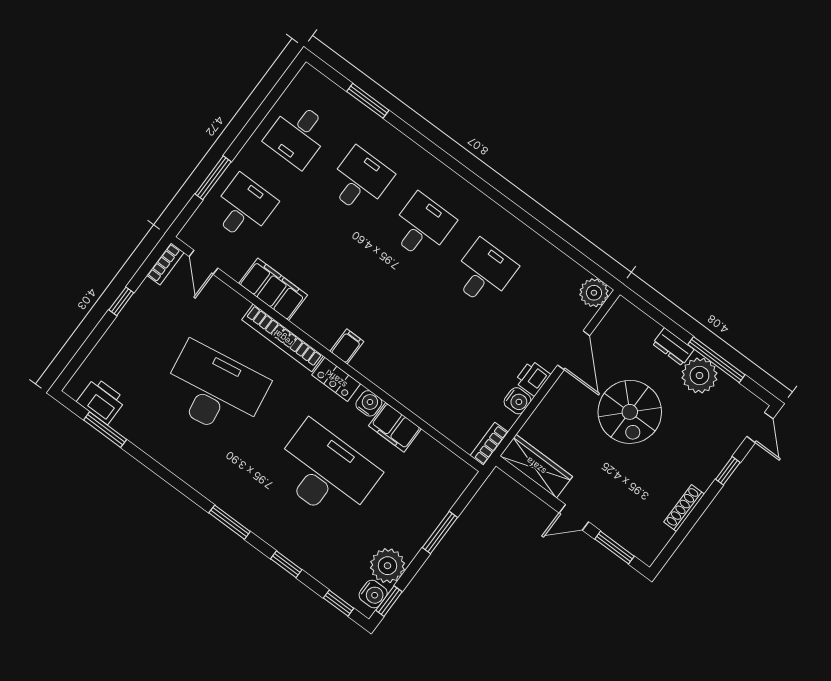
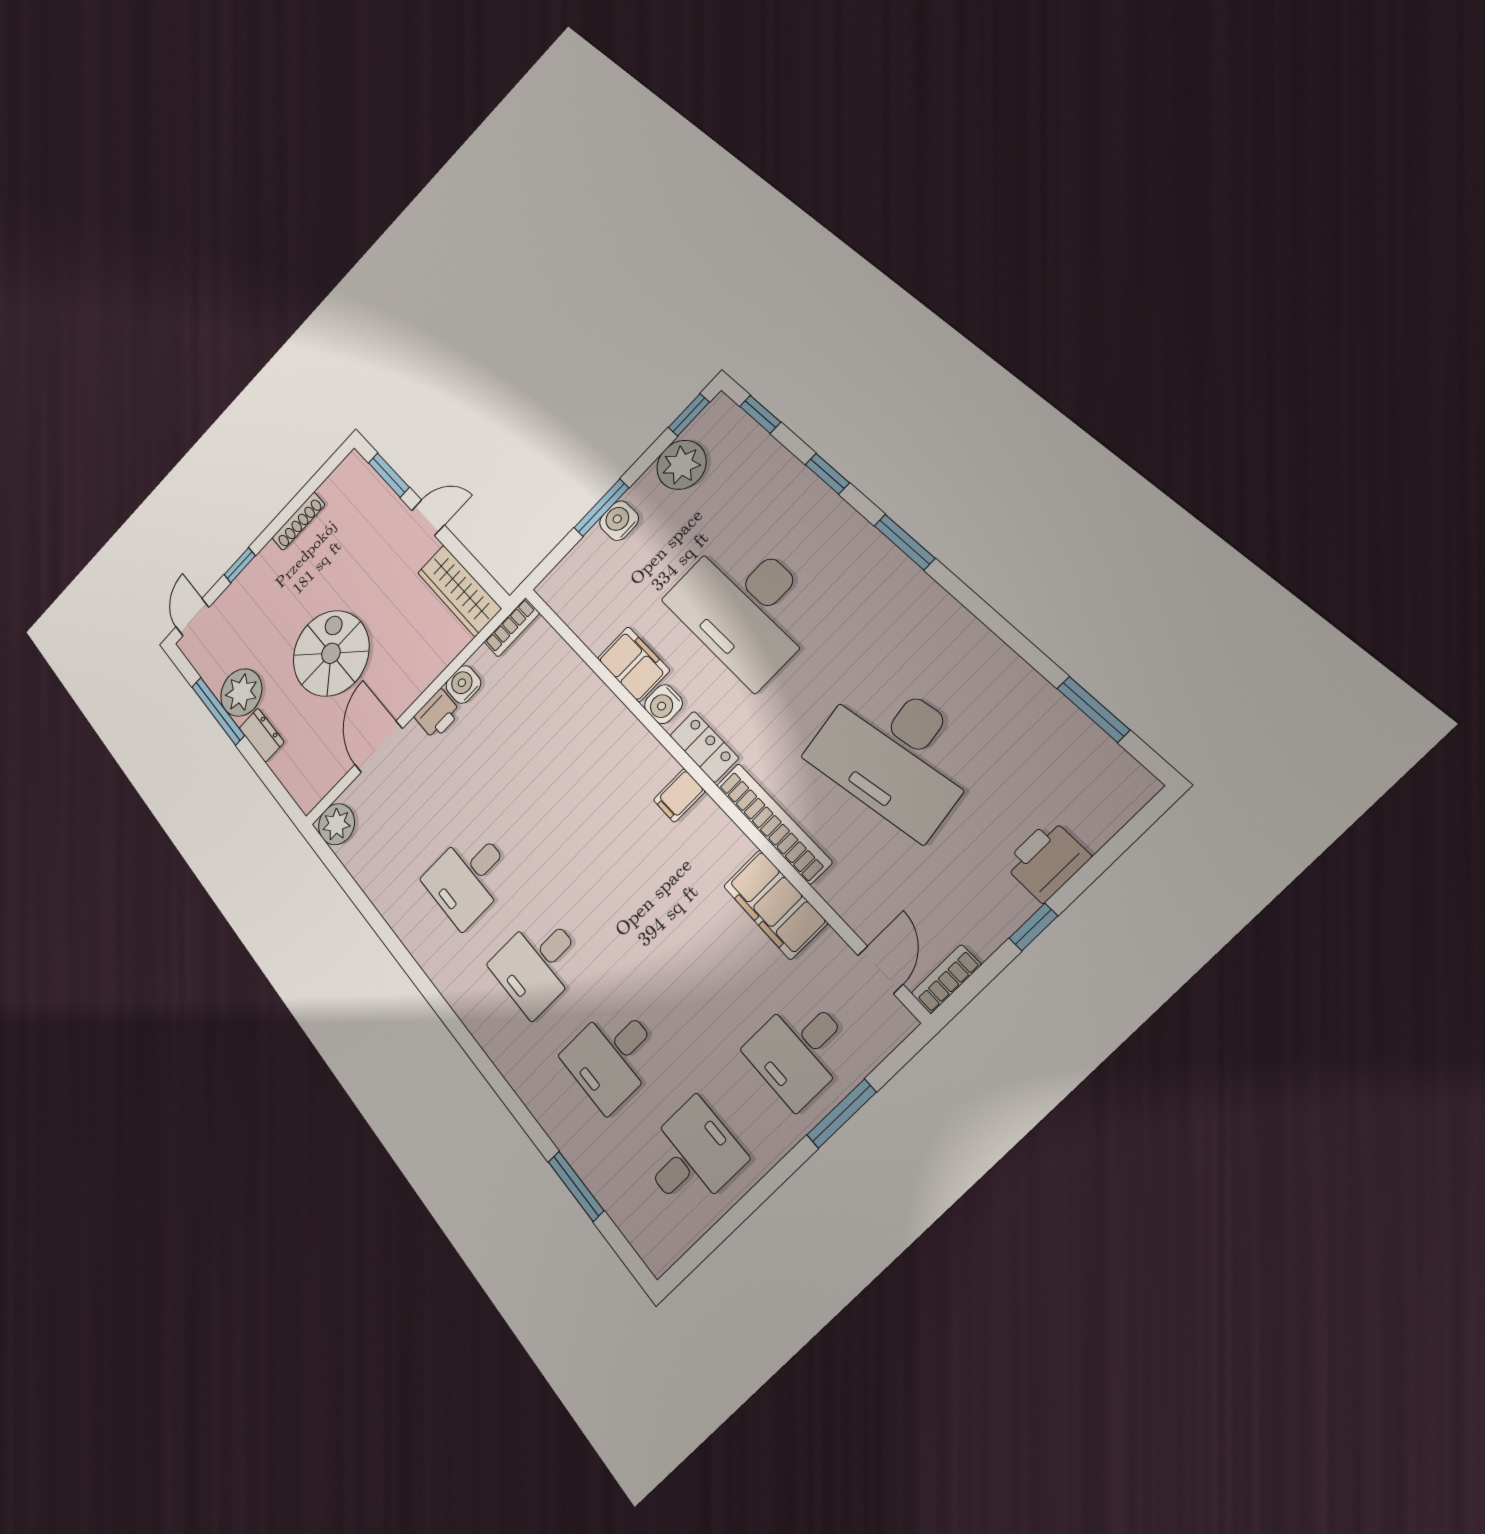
printer: (101, 401) -> (1047, 861), moved, turned 90
water cooler: (373, 594) -> (619, 521), moved

